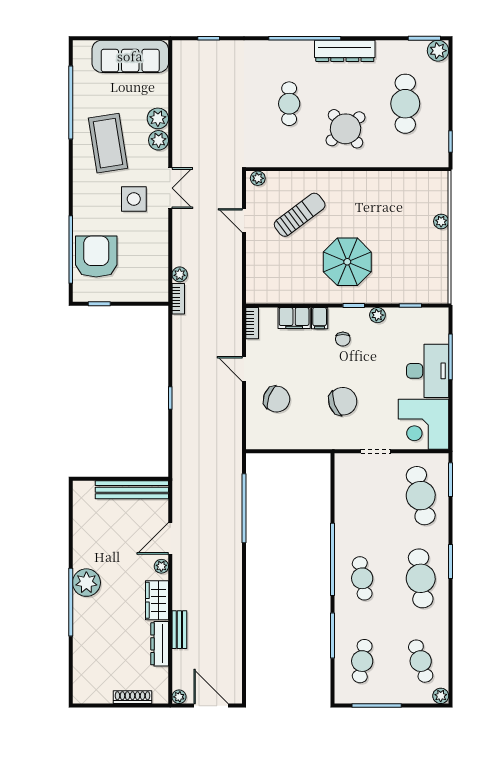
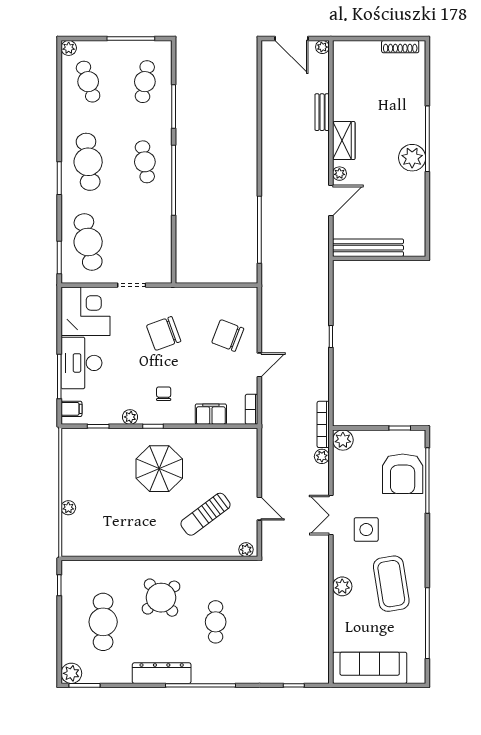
plant: (158, 118) -> (343, 440), moved
double door: (170, 188) -> (331, 515), moved
bookcase: (178, 299) -> (323, 424), width x1.56
filing cabinet: (320, 318) -> (71, 409), moved, turned 90
door: (244, 369) -> (259, 365), hinge flipped
dresser: (160, 644) -> (341, 98), removed
shoe rack: (132, 697) -> (400, 47), moved

